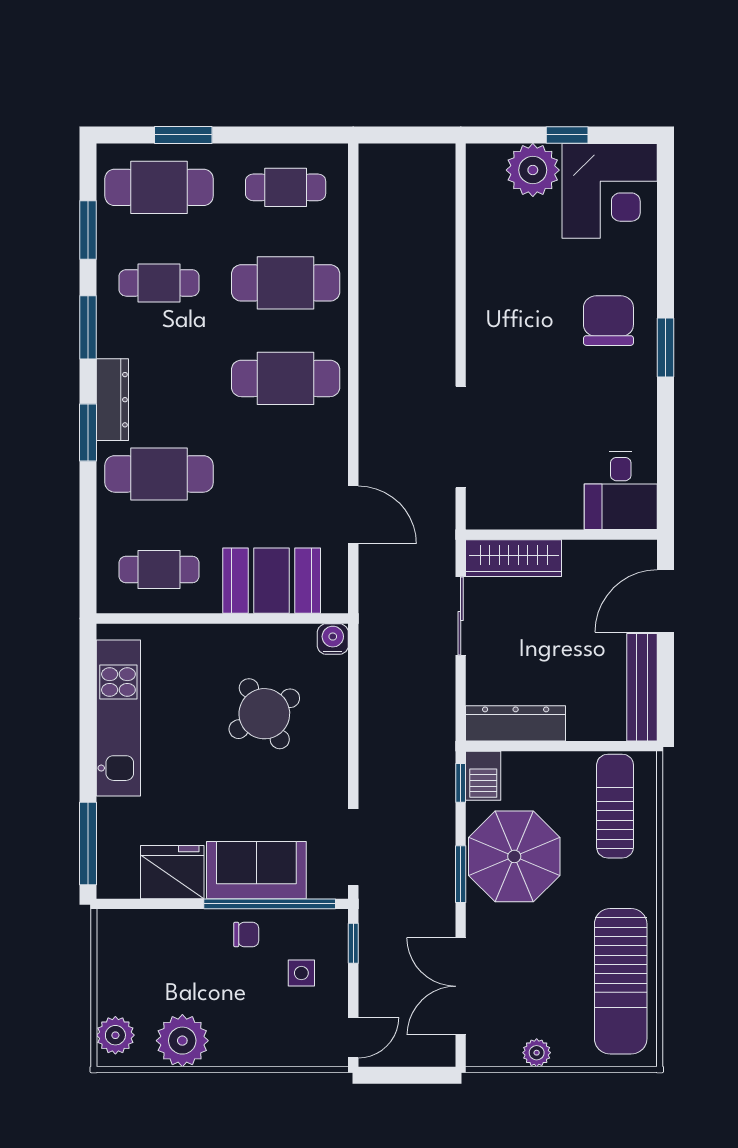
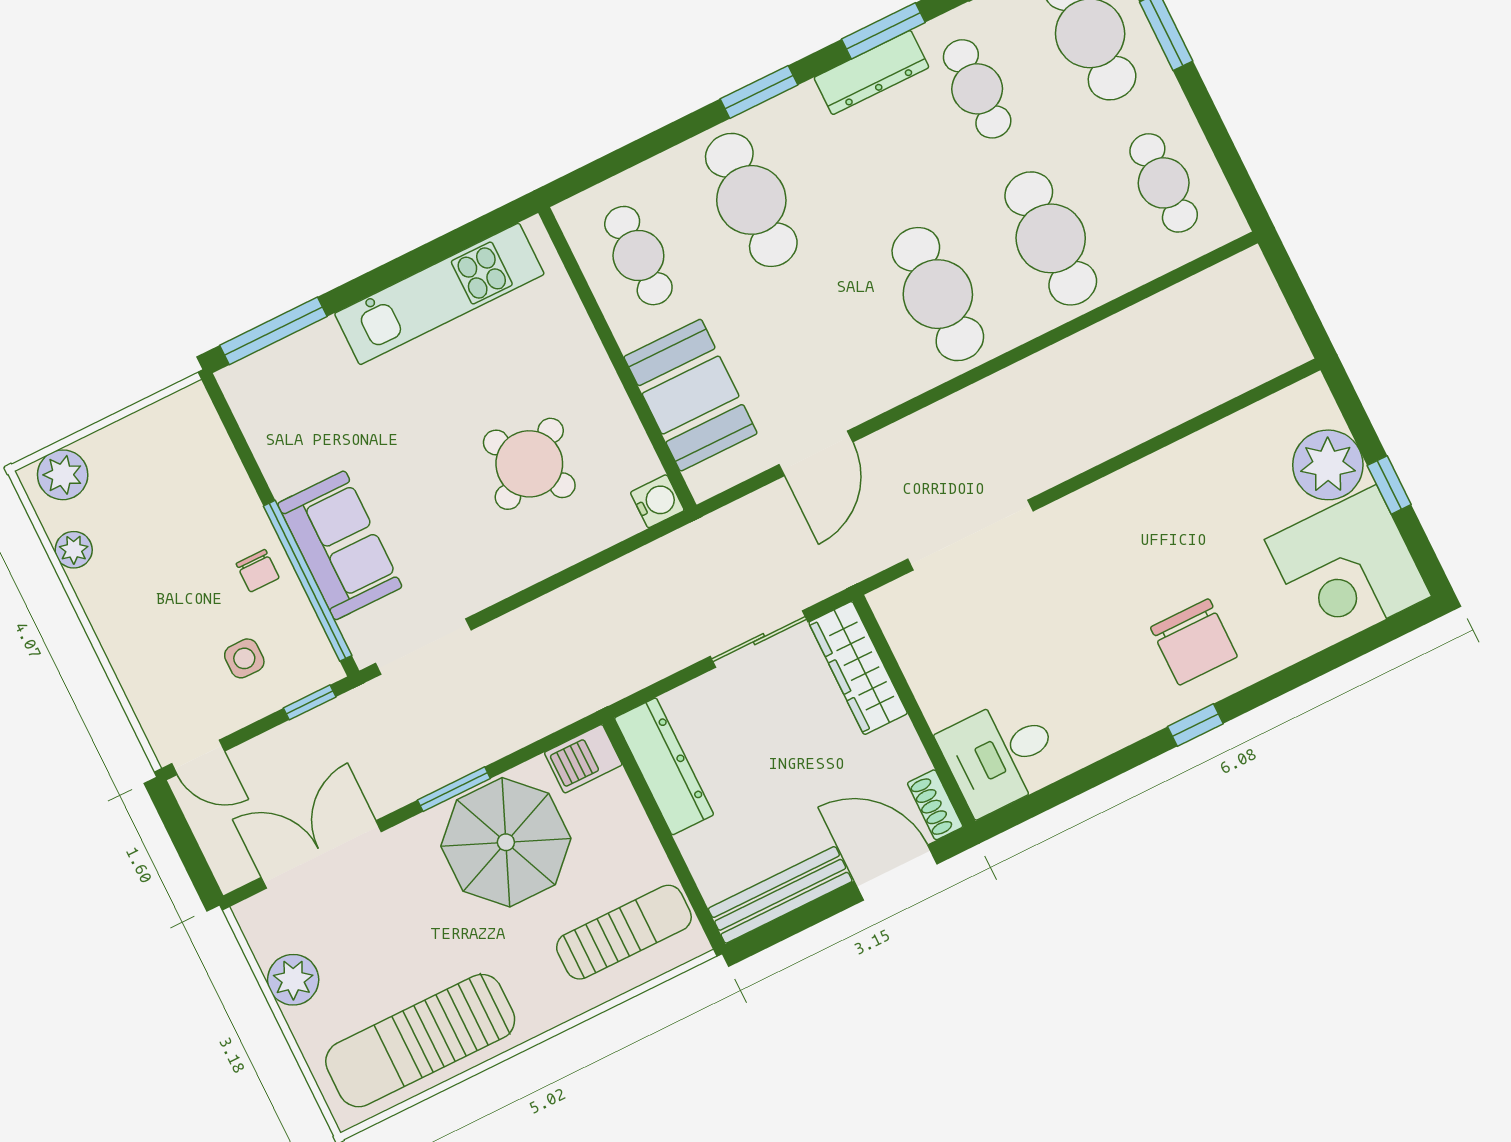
chair: (608, 321) -> (1194, 642), turned 90
window: (666, 347) -> (1195, 725), width x0.67
dresser: (112, 400) -> (871, 73), moved
shoe rack: (633, 551) -> (935, 805), added
window: (461, 783) -> (562, 736), removed
fridge: (172, 872) -> (288, 447), removed
plant: (182, 1041) -> (74, 550), width x0.53, depth x0.53
plant: (537, 1053) -> (293, 980), width x1.38, depth x1.38

